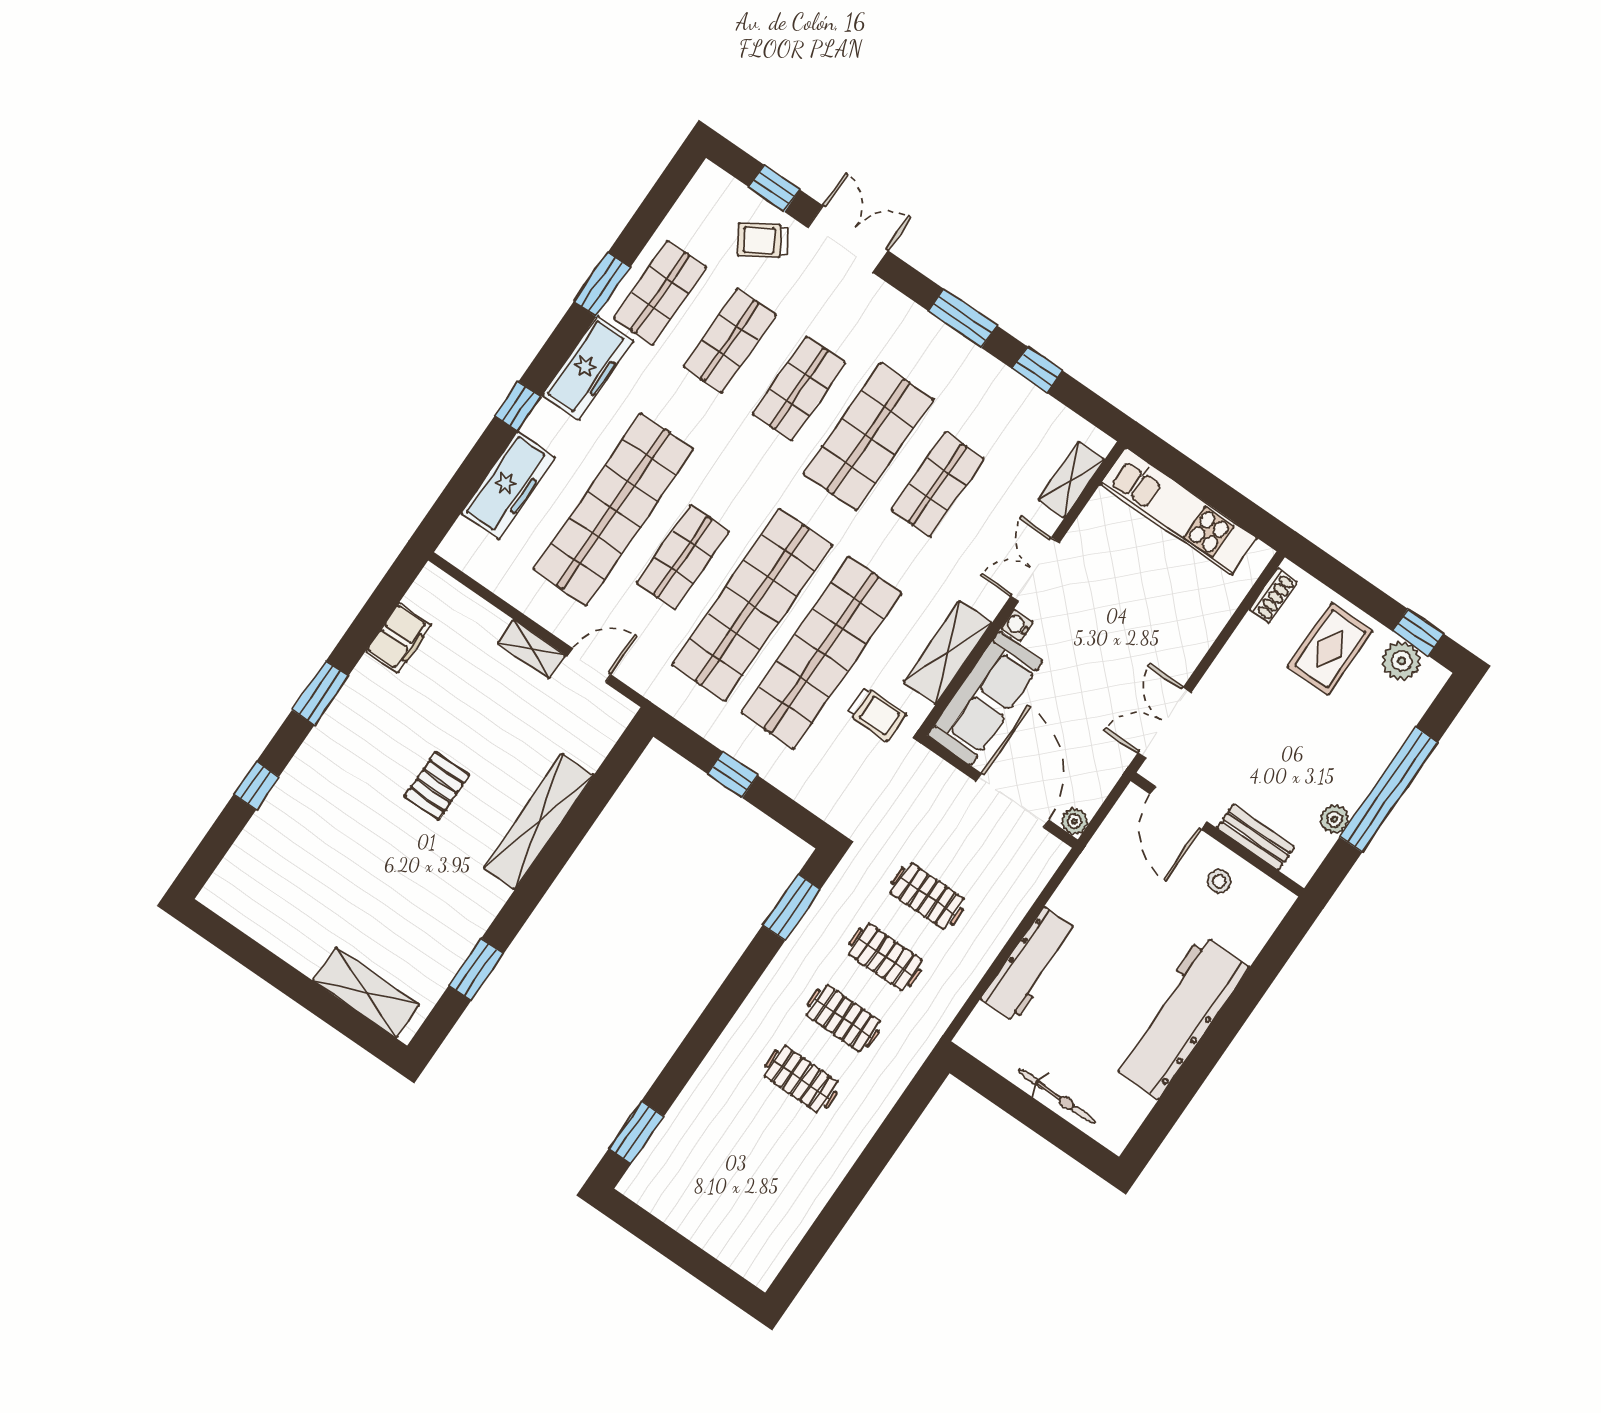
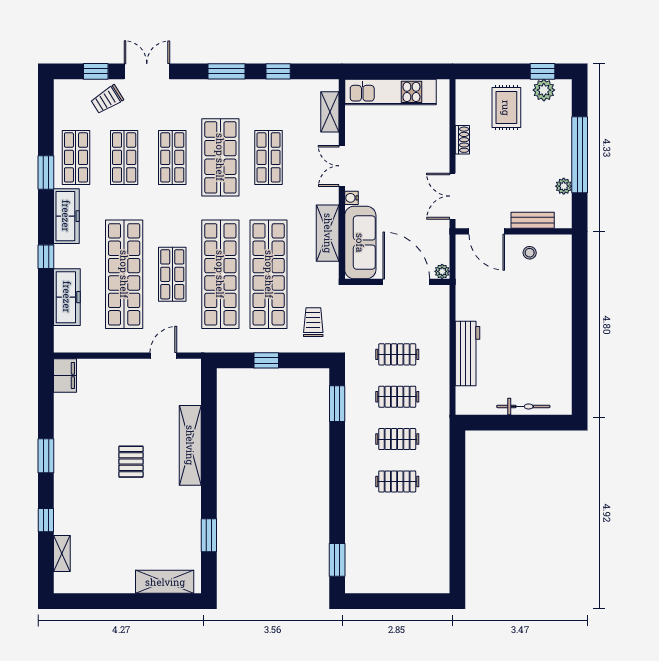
shoe rack: (1273, 596) -> (462, 140), moved
filing cabinet: (399, 638) -> (65, 375), moved
shelving: (532, 649) -> (62, 553), moved, turned 90
trolley: (876, 714) -> (313, 322), moved, turned -90
workbench: (1180, 1017) -> (555, 329), removed

